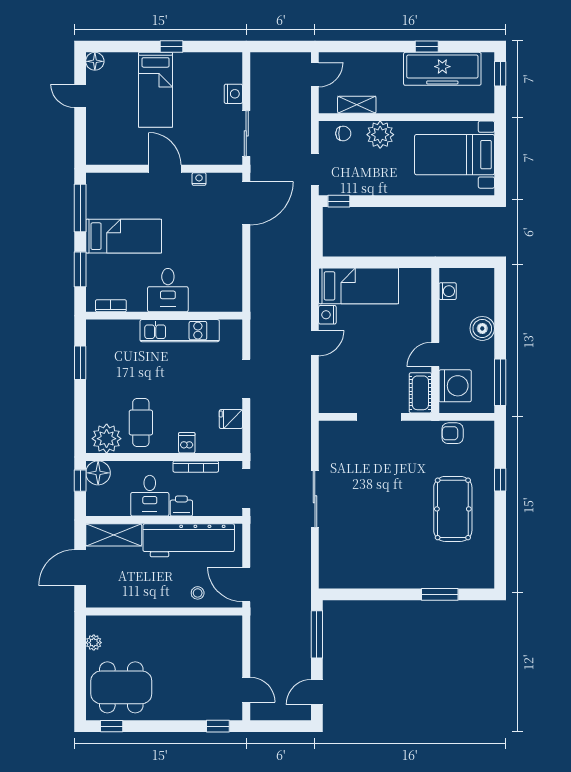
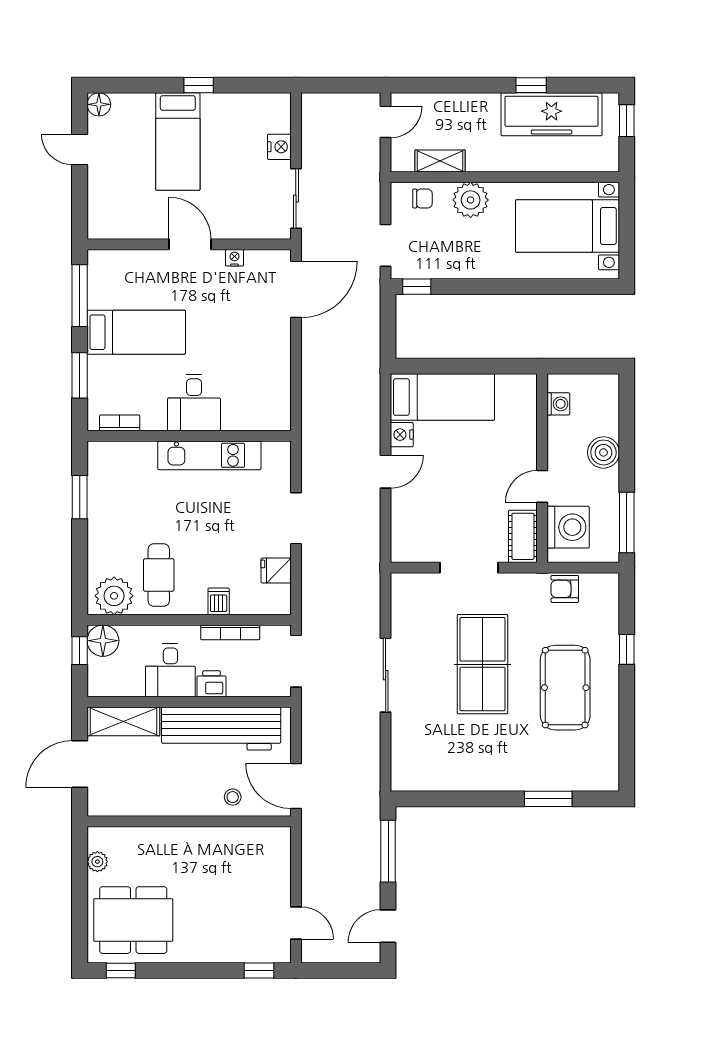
table tennis table: (389, 491) -> (483, 664), added

